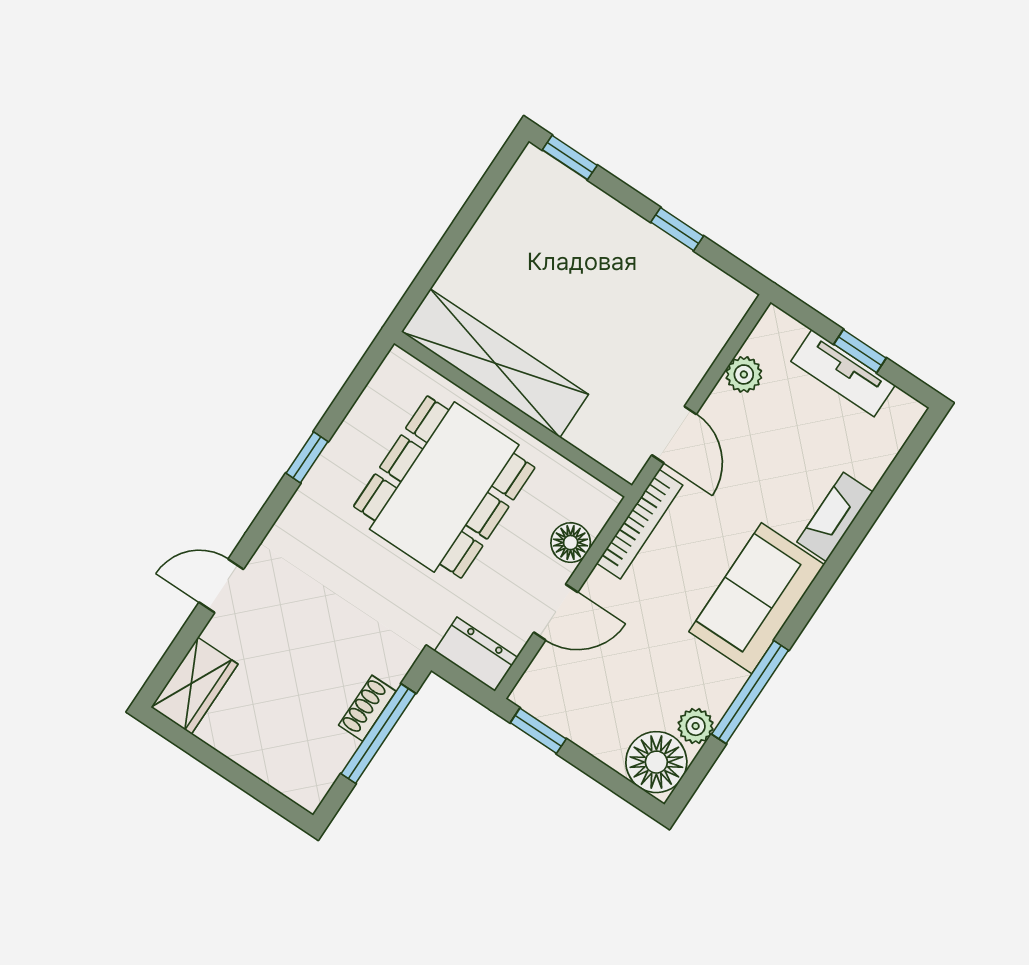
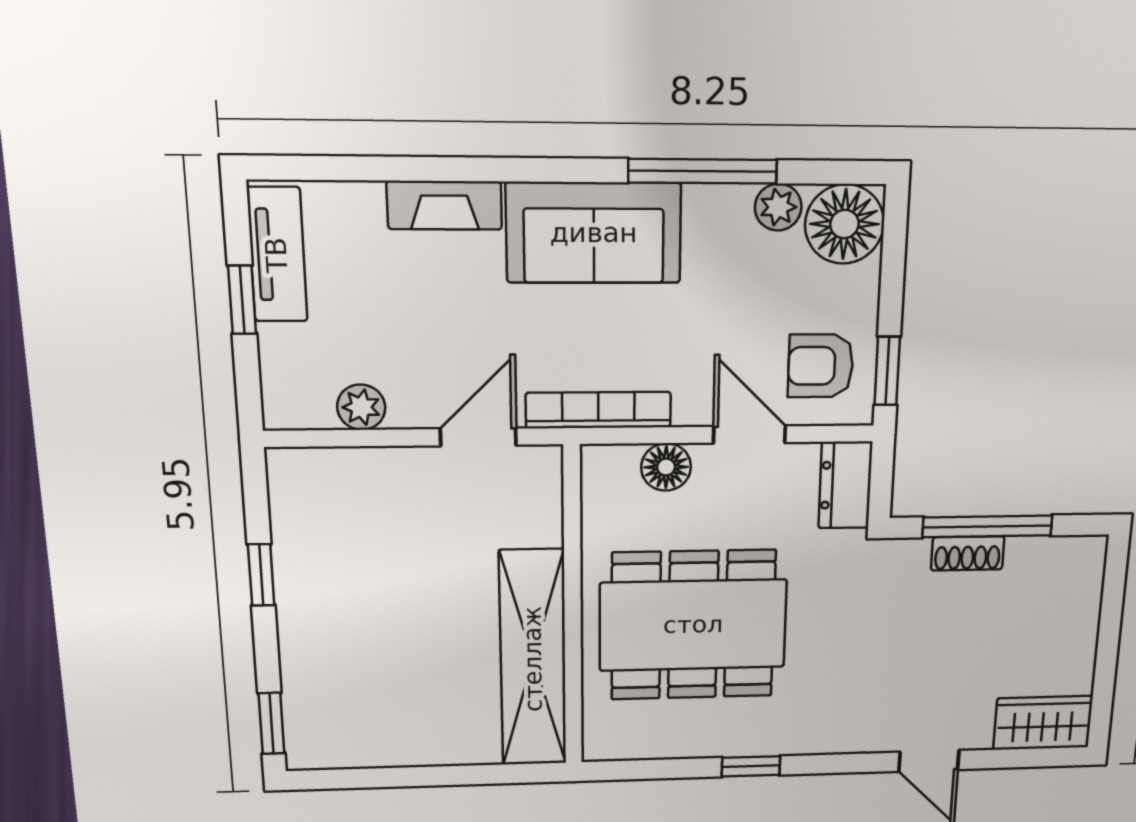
tv unit: (843, 373) -> (277, 255), moved
armchair: (572, 689) -> (821, 366), added

